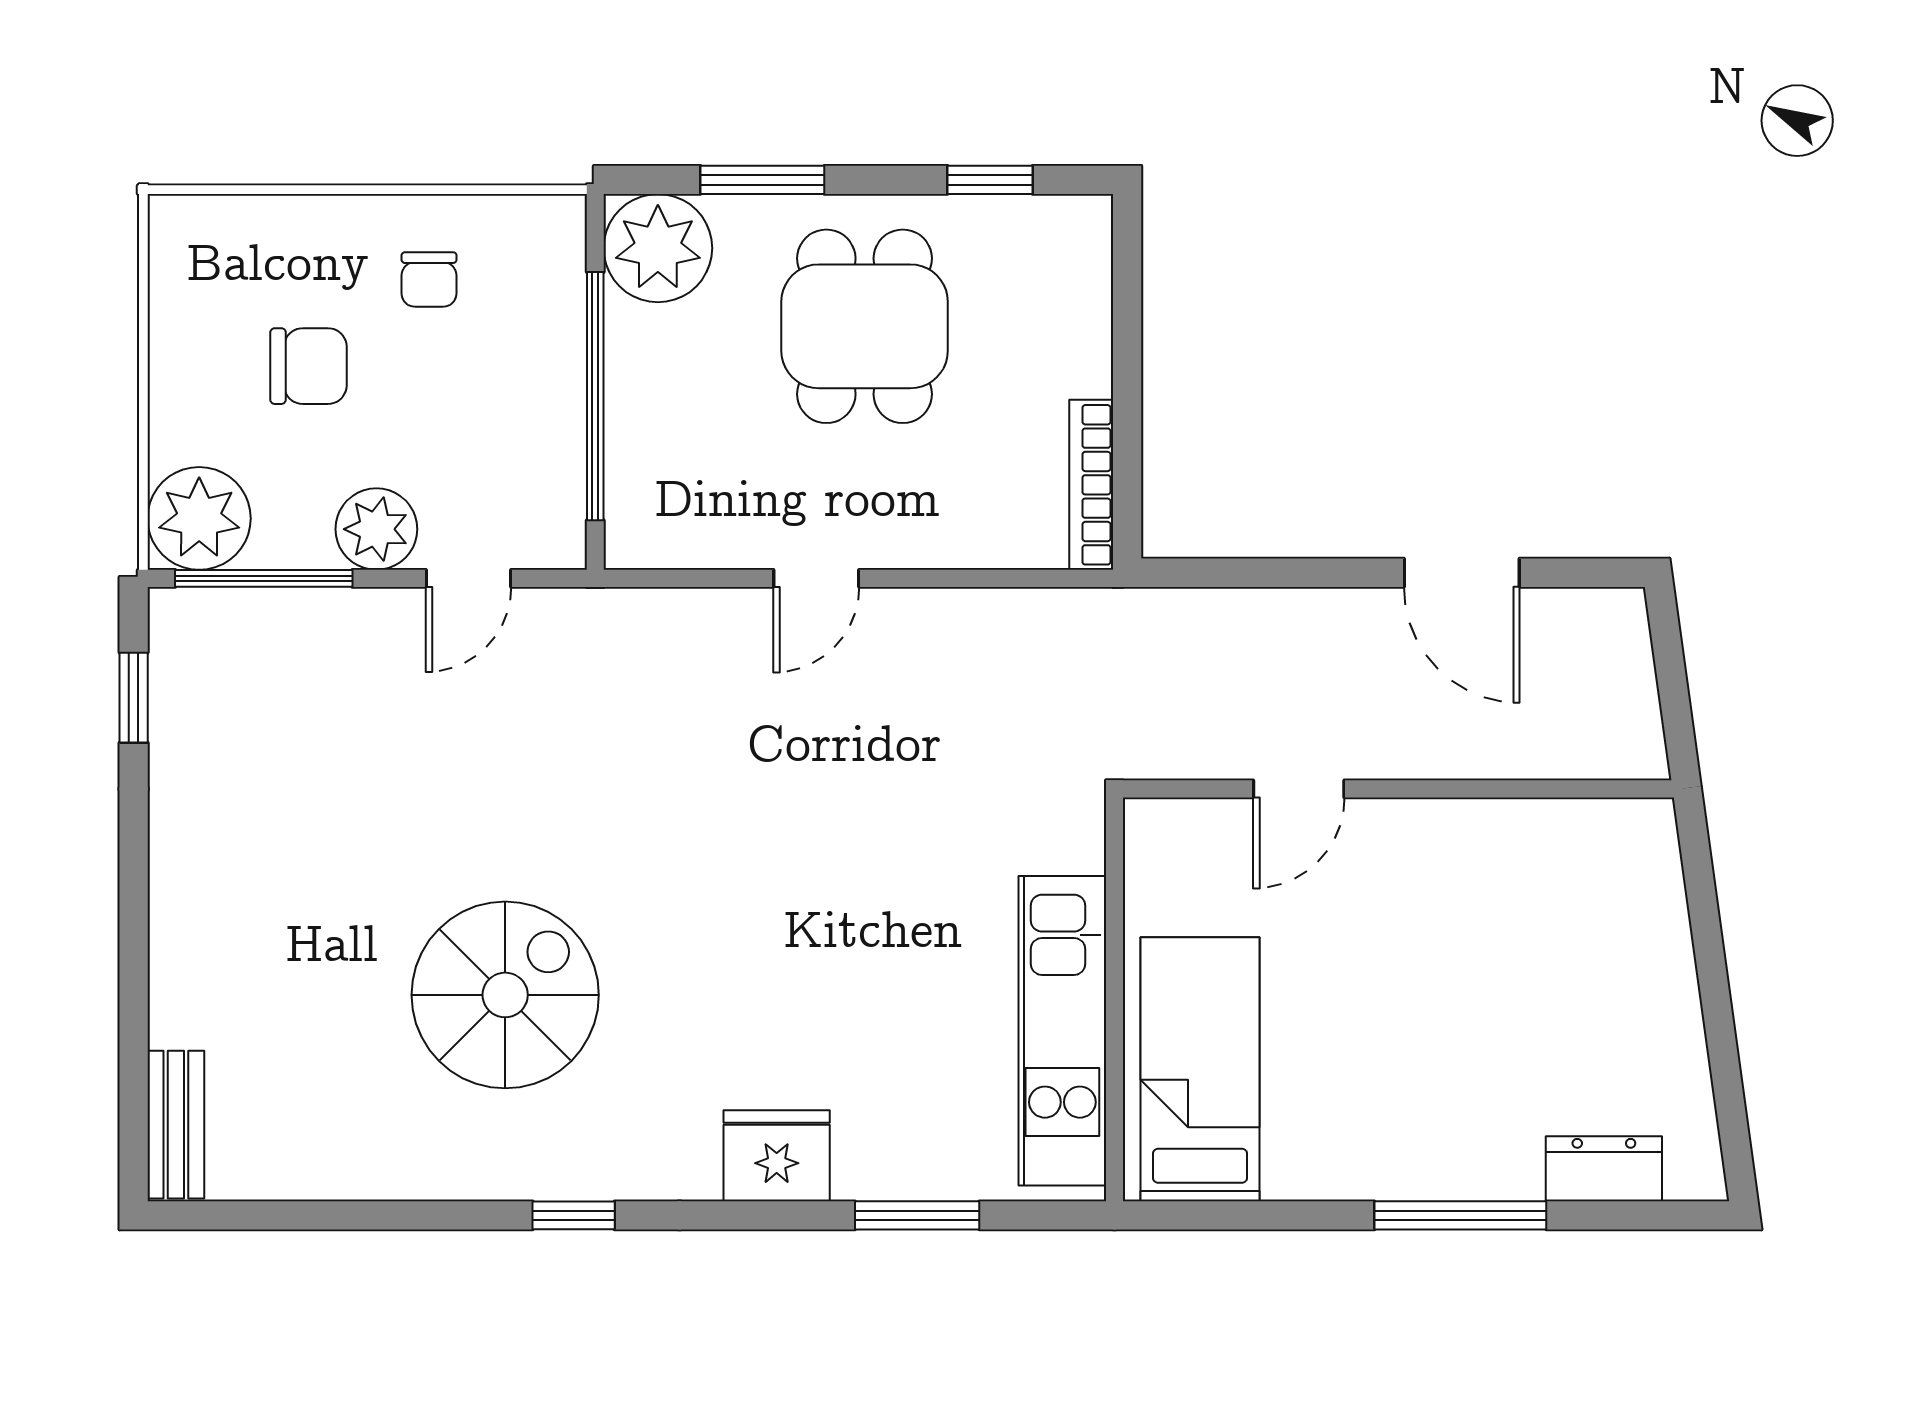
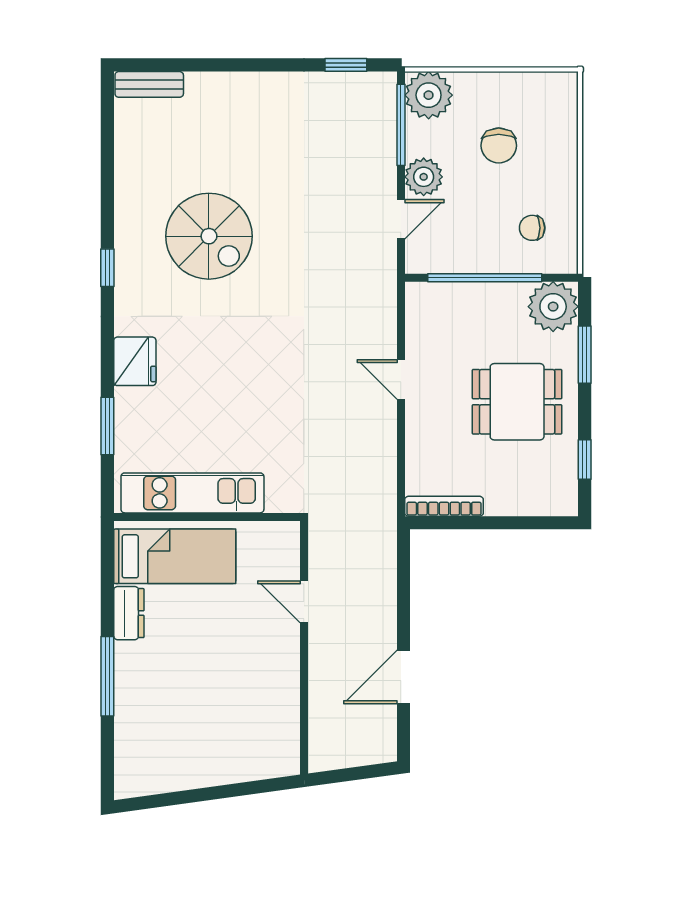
chair: (429, 279) -> (532, 228), moved
door: (469, 578) -> (401, 219), swing flipped
dresser: (1604, 1169) -> (129, 613), moved

